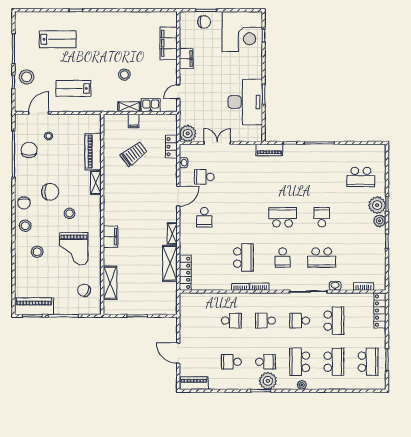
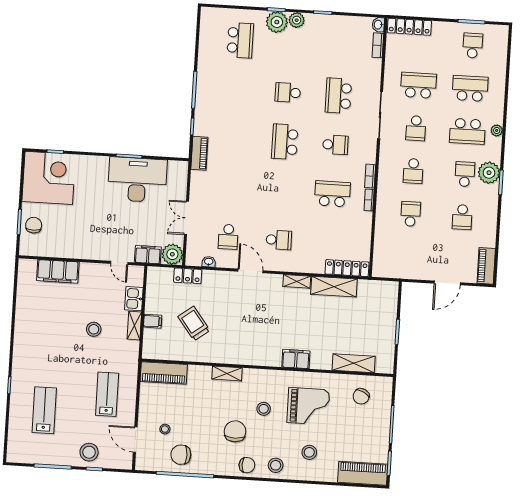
filing cabinet: (186, 59) -> (148, 255), moved
lab bench: (73, 88) -> (107, 394), turned 180
piano: (93, 152) -> (164, 373), moved
school desk: (322, 258) -> (338, 96), turned 180
washbasin: (335, 286) -> (378, 25), moved
piano: (34, 306) -> (363, 473), moved, turned 90
school desk: (368, 362) -> (473, 46), width x0.54

